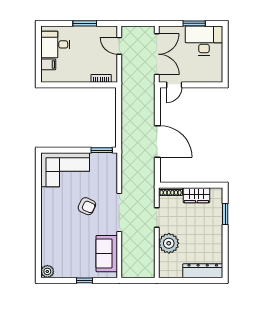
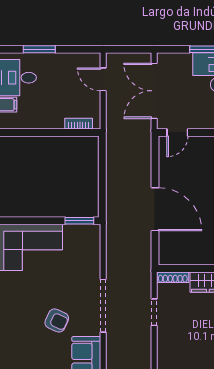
window: (85, 23) -> (39, 49), moved
double door: (157, 54) -> (154, 91), swing flipped
armchair: (87, 206) -> (57, 321), moved
plant: (169, 243) -> (170, 347), removed

